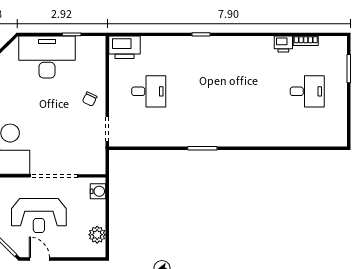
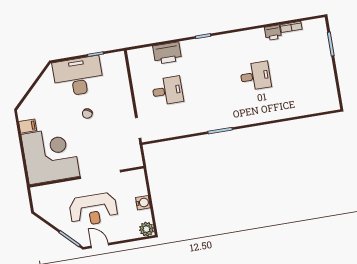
printer: (124, 47) -> (167, 53), moved
desk: (307, 91) -> (255, 76), moved
chair: (90, 99) -> (87, 114), moved
water cooler: (98, 191) -> (143, 203), moved
plant: (97, 235) -> (147, 229), moved

